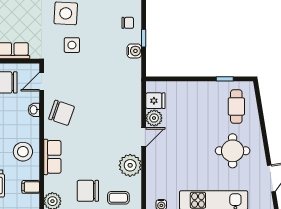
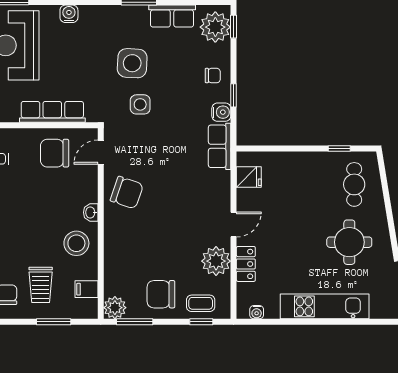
washbasin: (34, 110) -> (91, 212), moved
plant: (154, 118) -> (247, 199), removed
row of seats: (52, 157) -> (220, 146), moved, turned 180
locker: (153, 168) -> (246, 264), added

